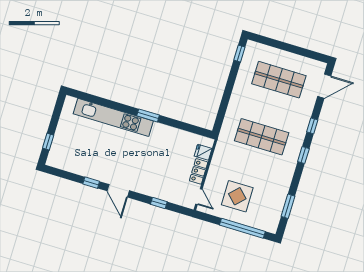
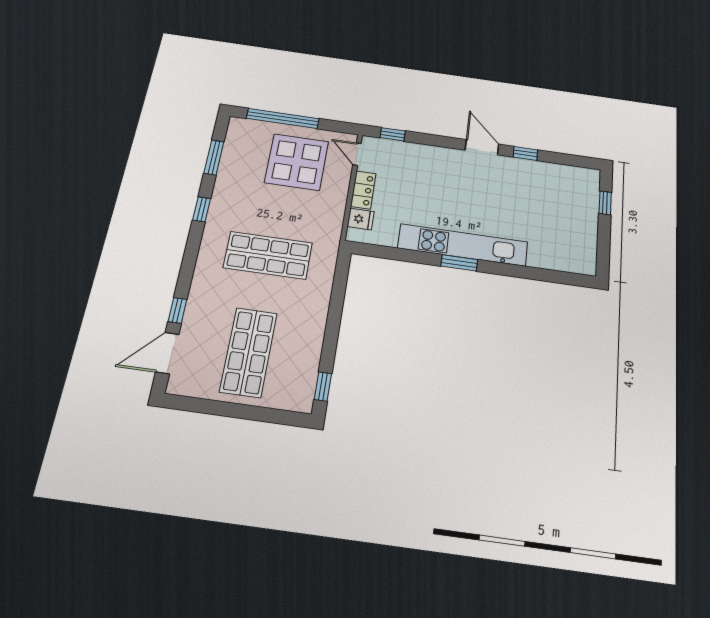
shop shelf: (279, 80) -> (249, 352), turned 90
kitchen unit: (113, 117) -> (463, 245), moved
window: (312, 126) -> (177, 310), moved
window: (303, 155) -> (202, 209), moved
display table: (237, 196) -> (297, 162), width x1.36, depth x1.36
window: (159, 203) -> (393, 134), moved

